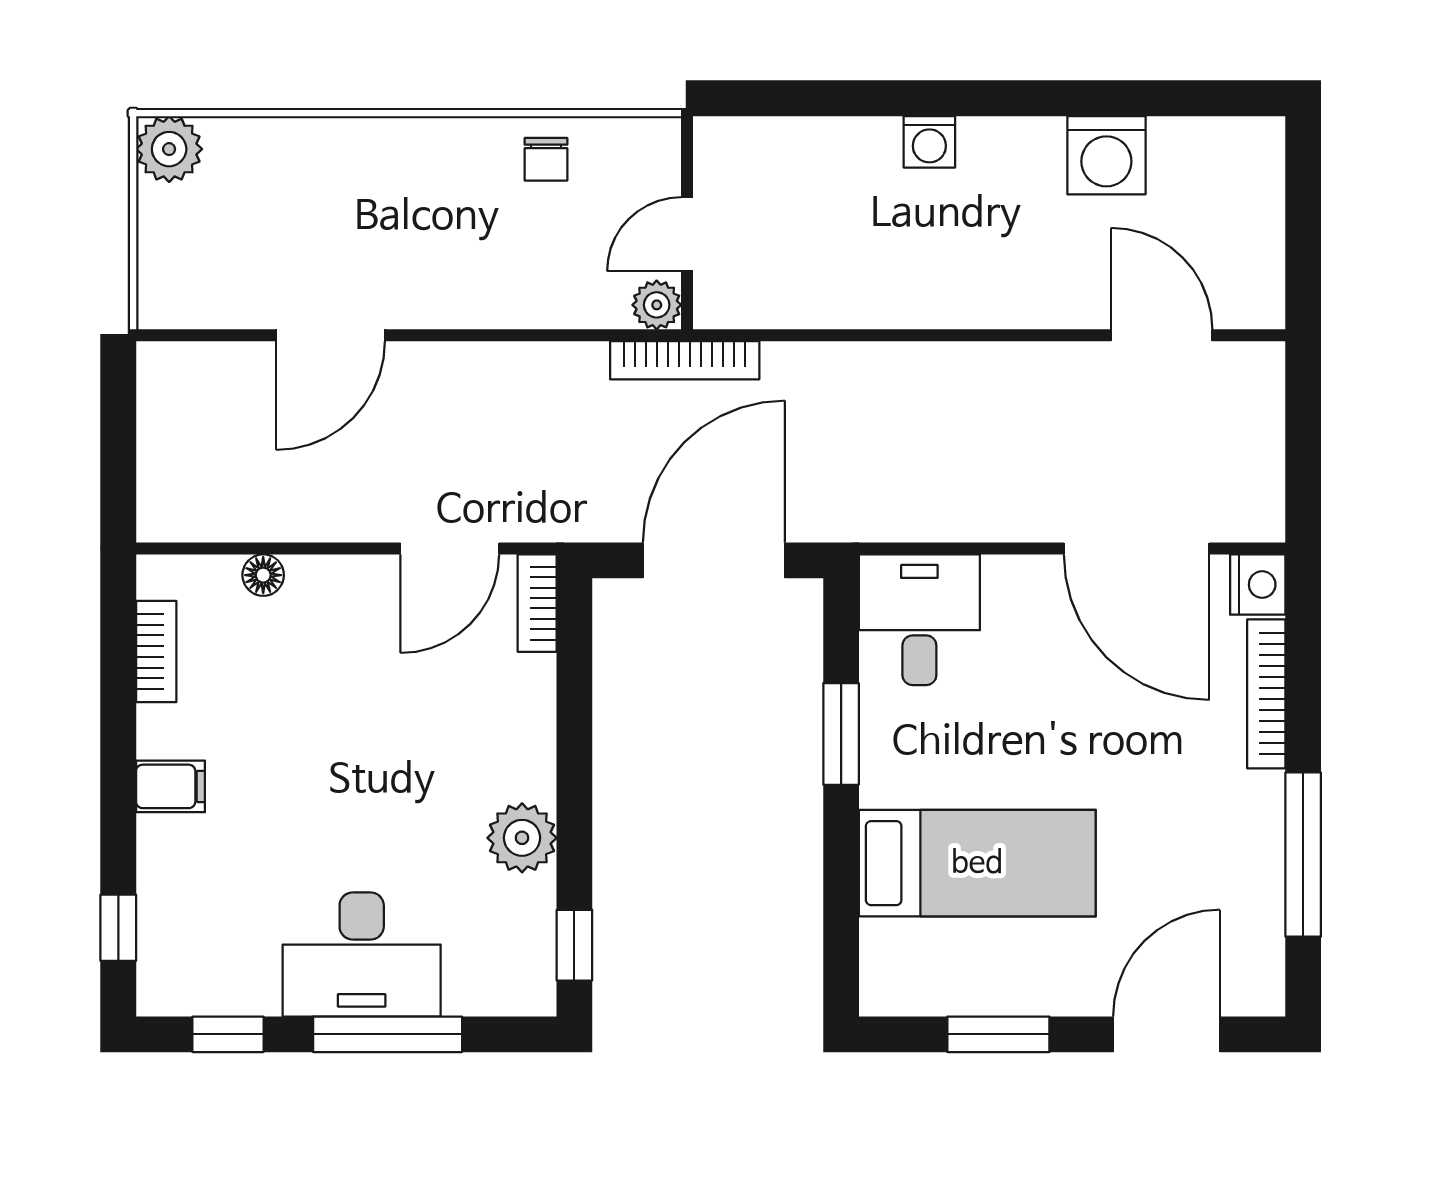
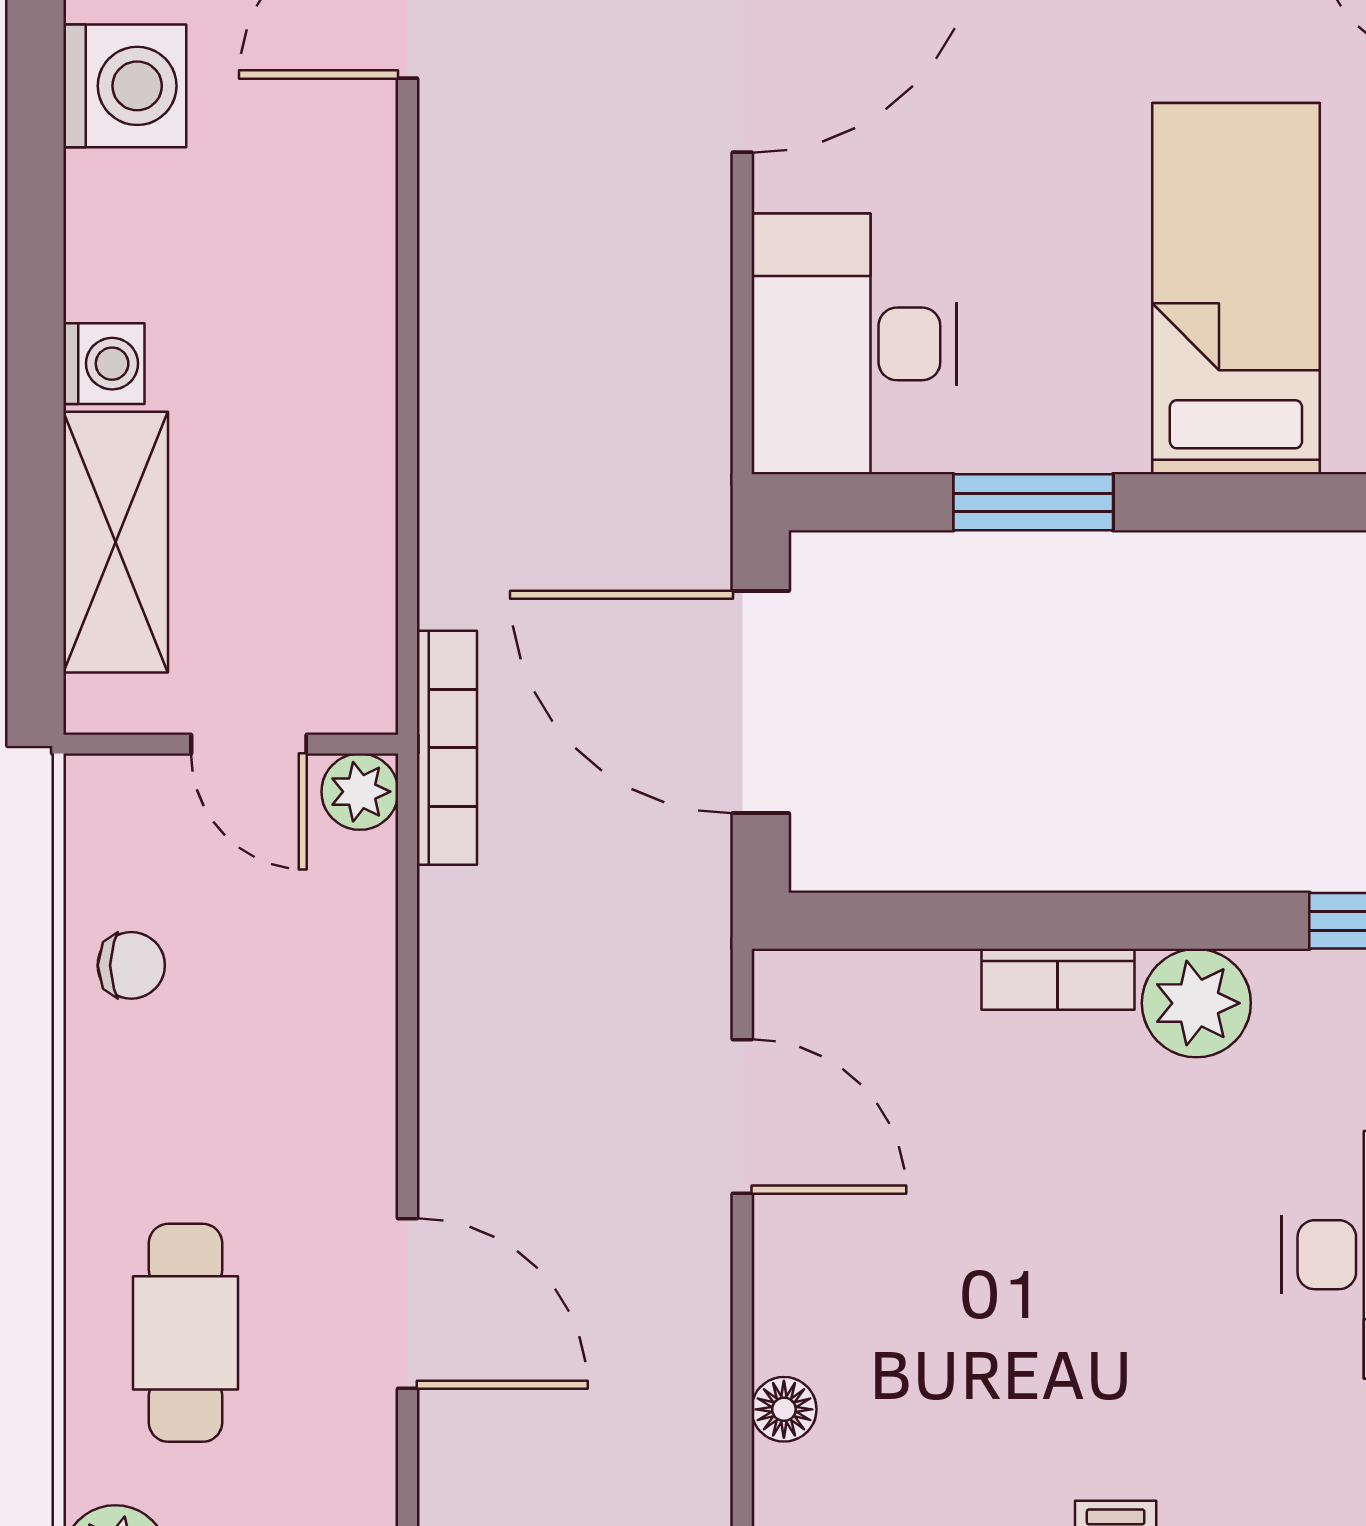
shelving: (816, 149) -> (116, 542), added
cafe table: (312, 194) -> (186, 1333), added
bookcase: (537, 603) -> (1058, 979), moved
desk: (919, 620) -> (854, 344), width x1.37

